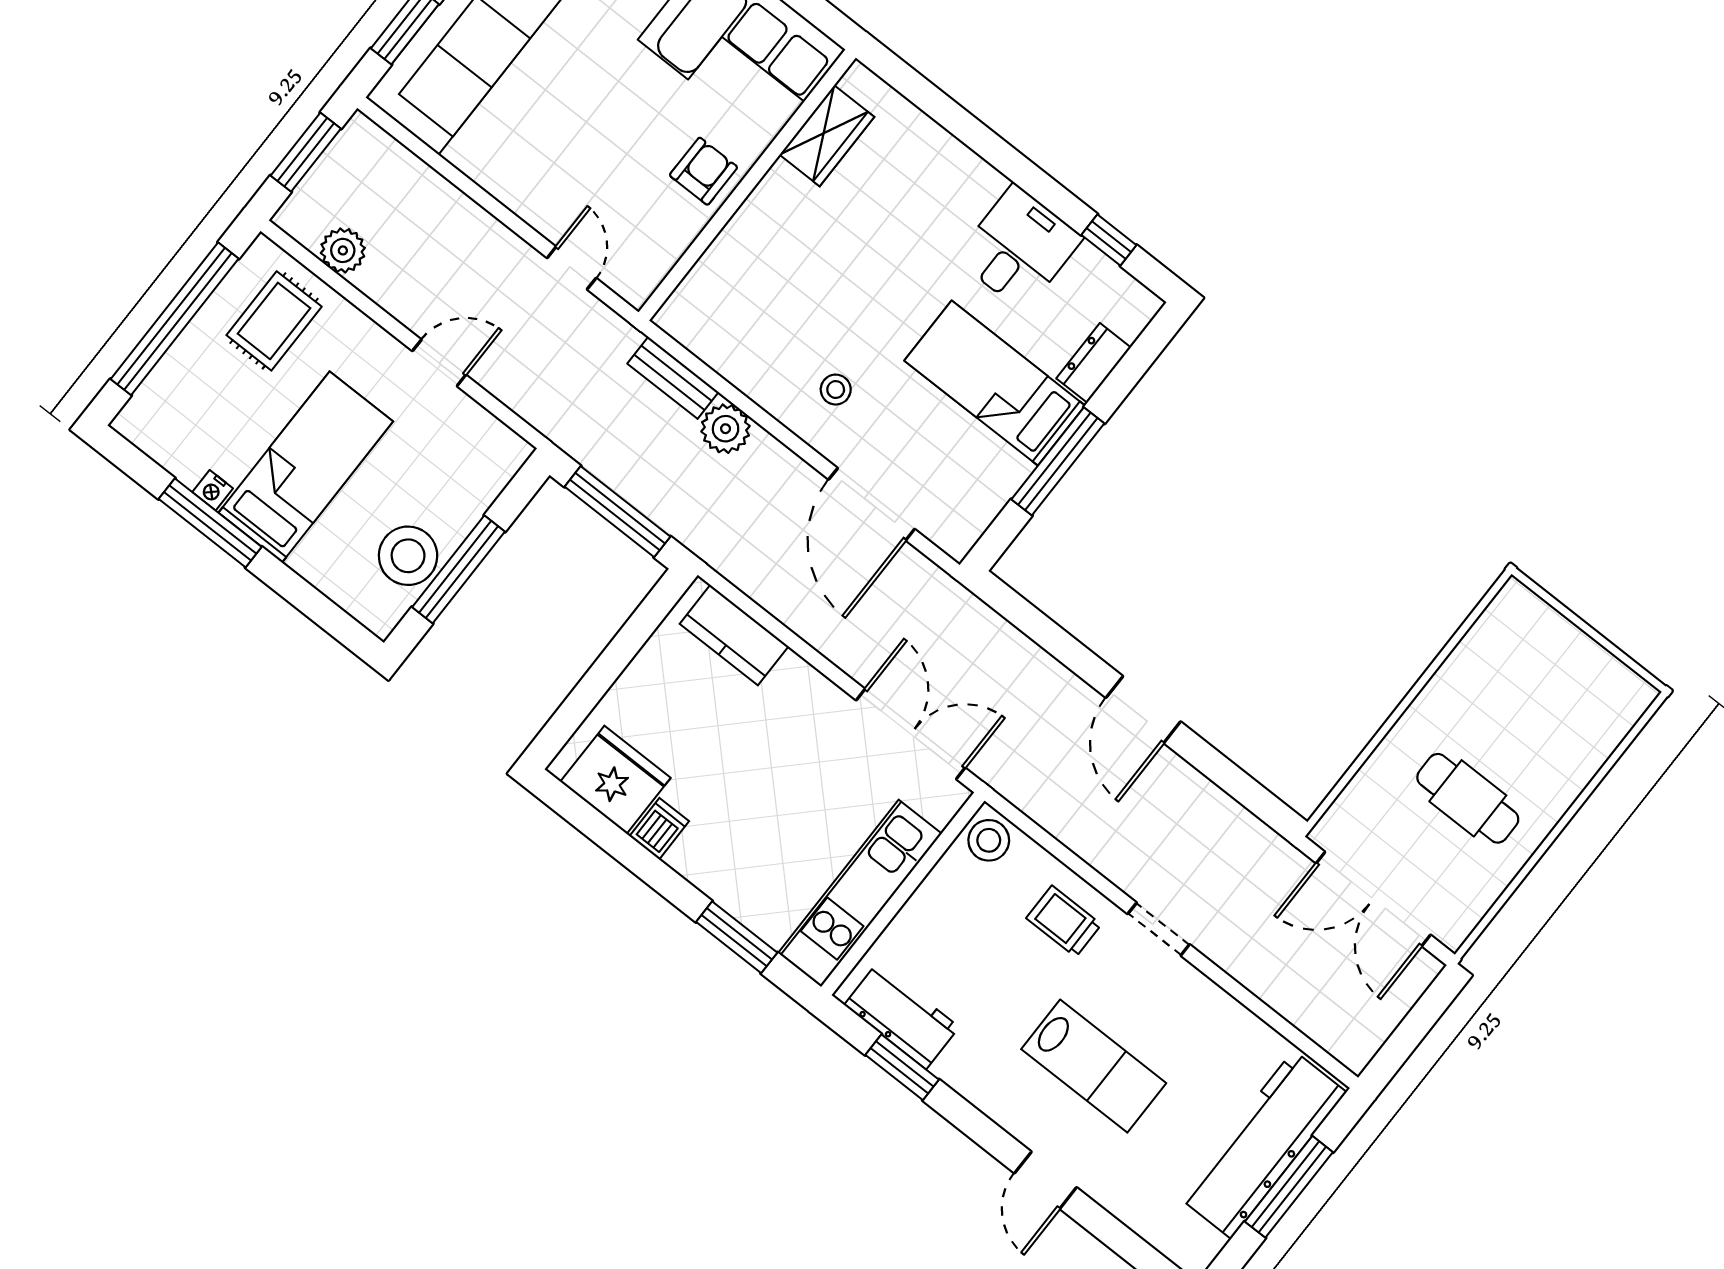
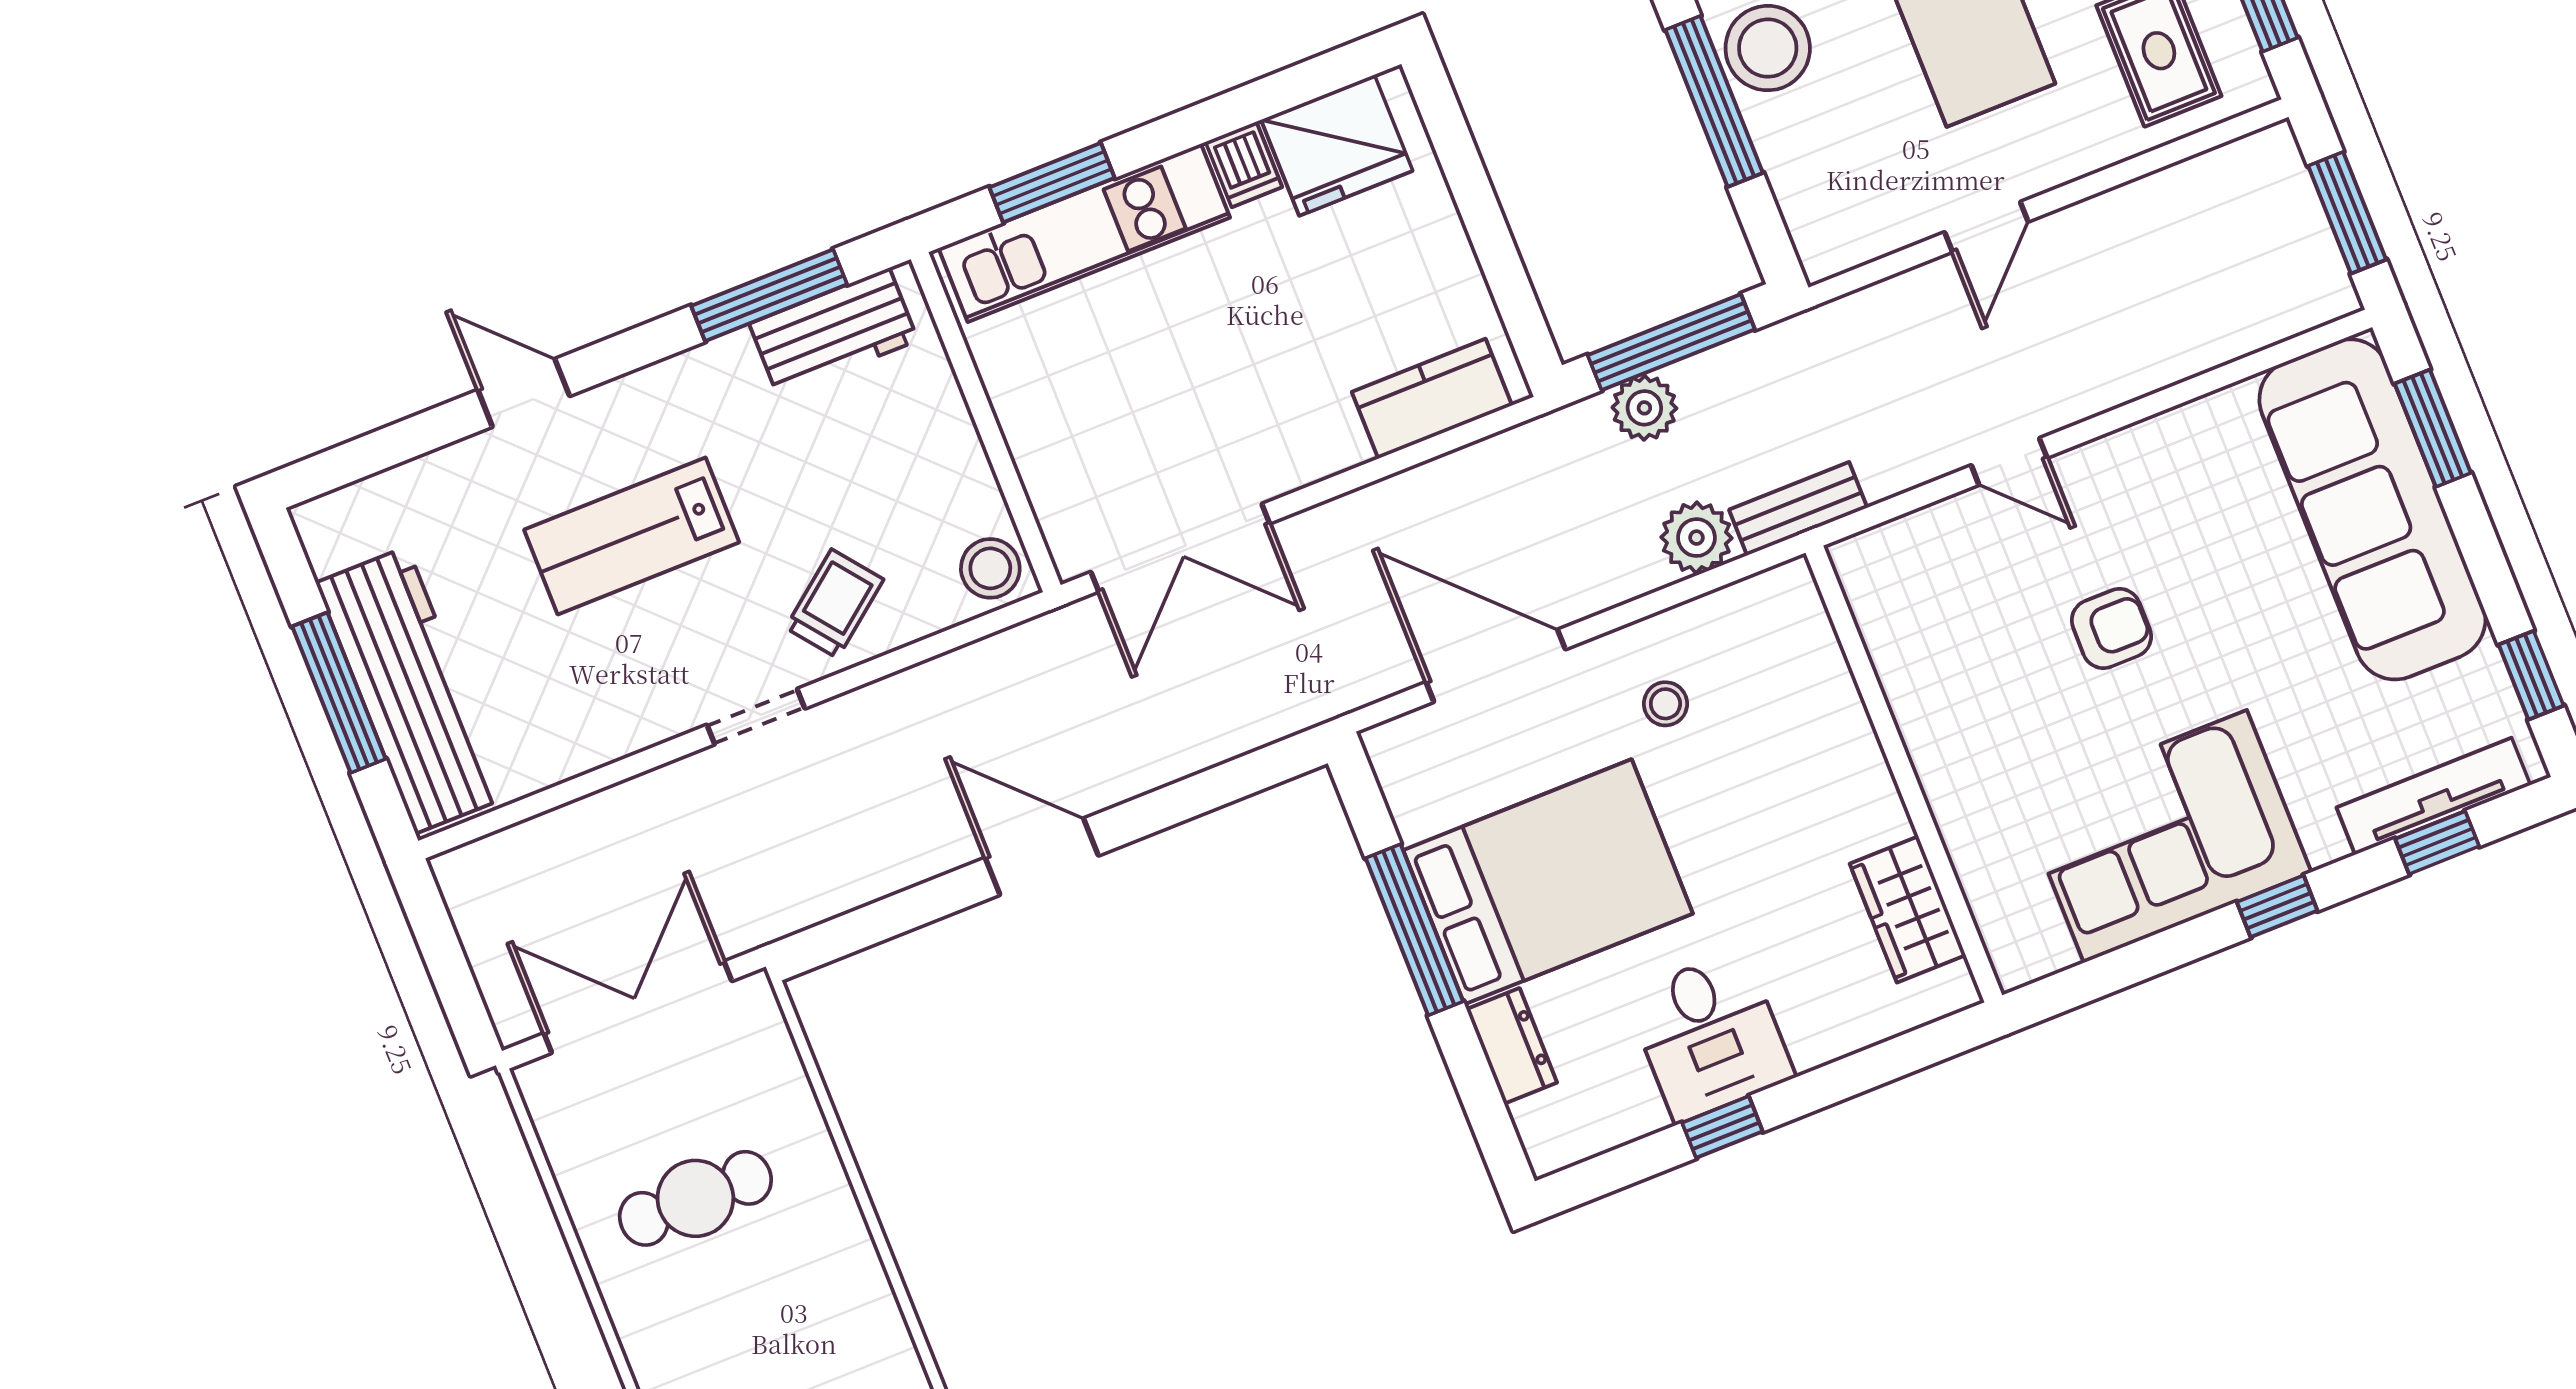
wardrobe: (827, 136) -> (1908, 909), moved
armchair: (704, 171) -> (2111, 629), moved, turned -90
wall: (747, 185) -> (1904, 774), moved
window: (1109, 240) -> (1722, 1127), moved
plant: (343, 250) -> (1644, 408), moved
bed: (995, 383) -> (1548, 882), width x1.50
kitchen unit: (860, 893) -> (1084, 233), moved, turned 90
trolley: (1064, 921) -> (834, 604), turned -38
window: (902, 1067) -> (769, 295), width x1.44

